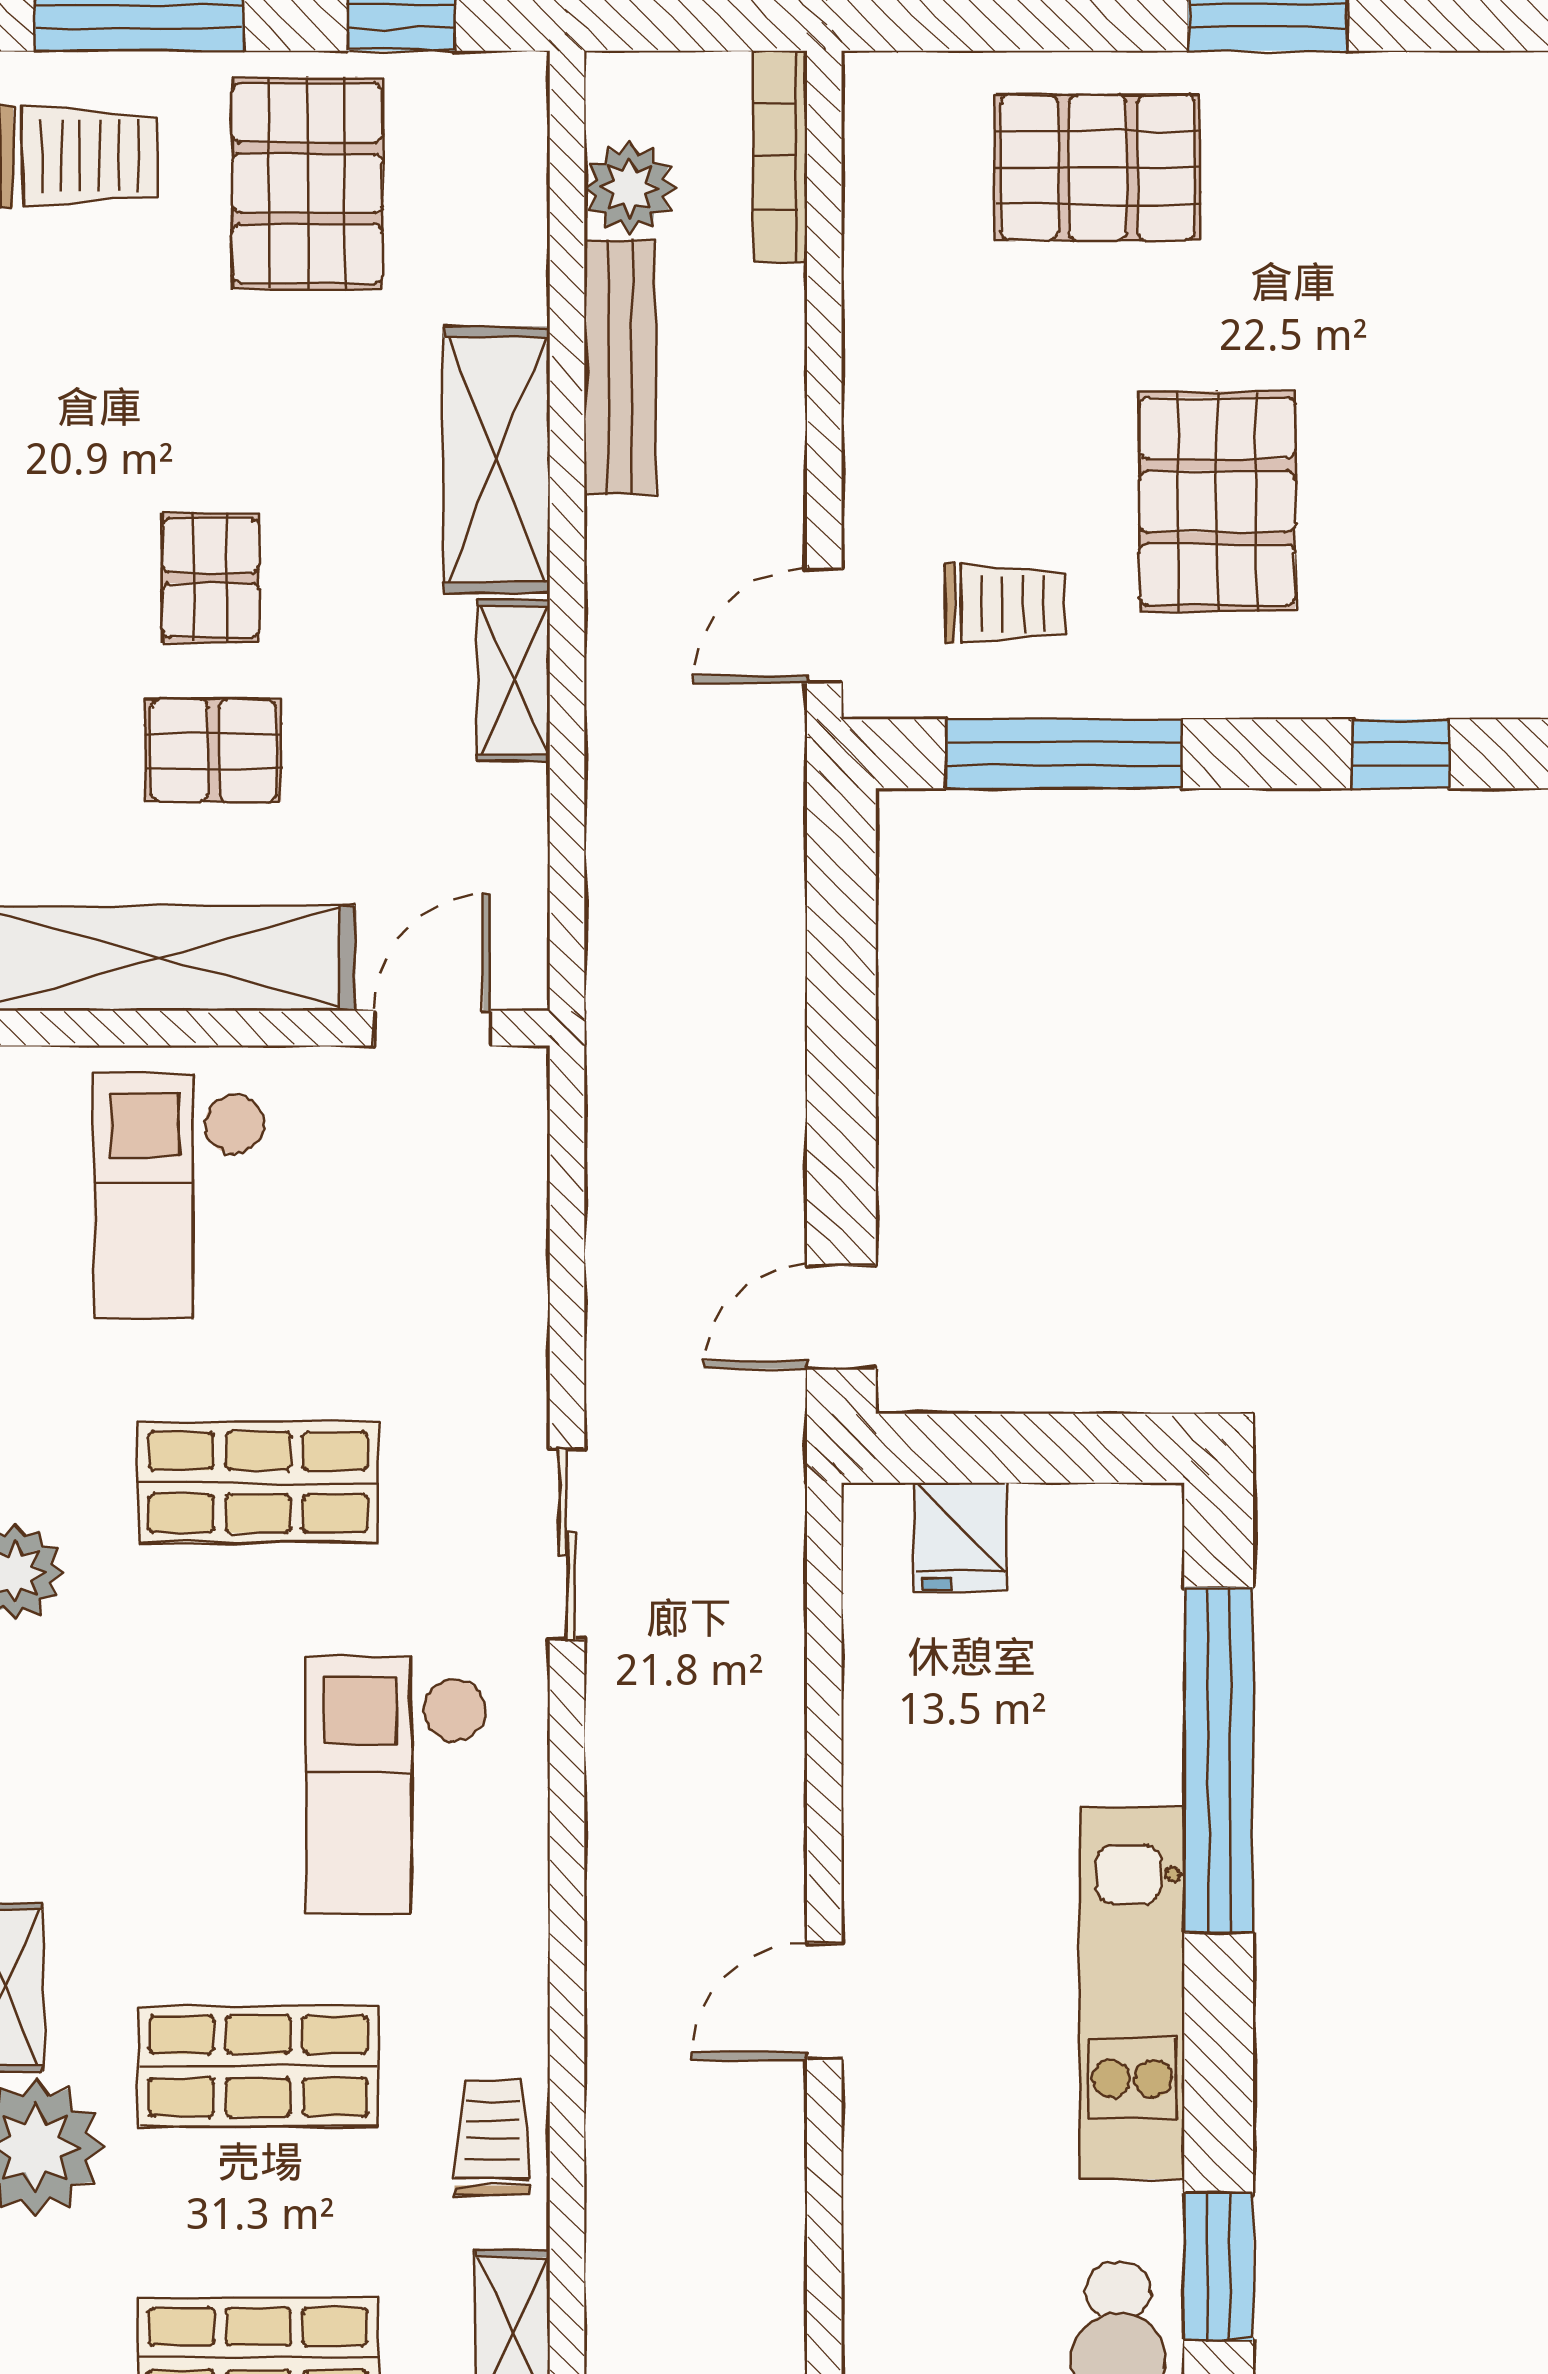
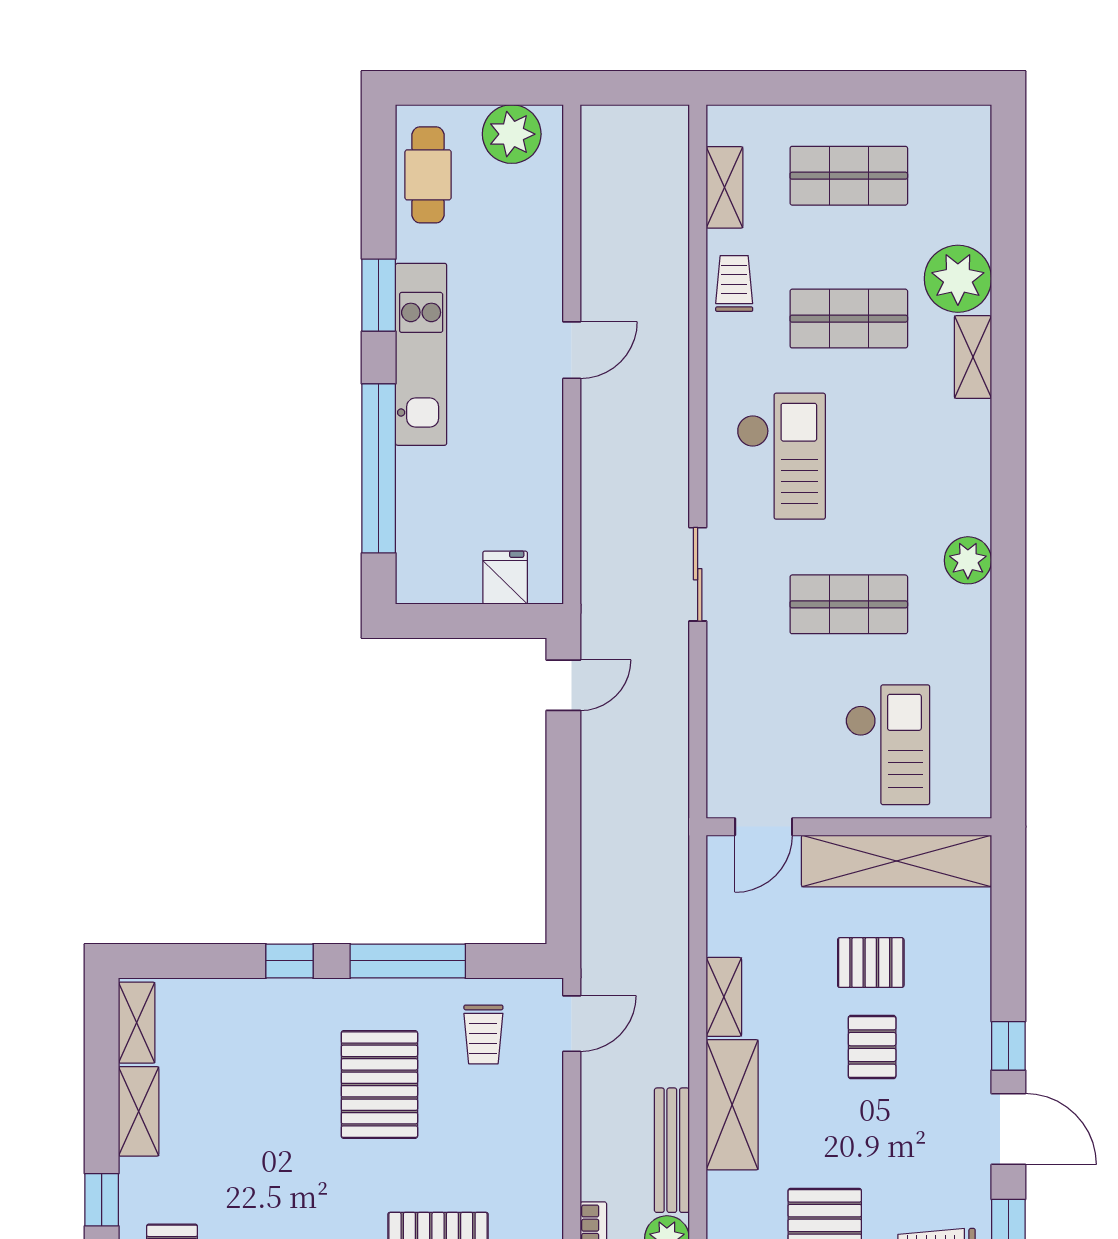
trolley: (1005, 604) -> (483, 1034), turned -90
window: (1064, 754) -> (408, 961), moved
trolley: (492, 2138) -> (734, 283), turned 180
window: (1219, 2266) -> (379, 295), moved

